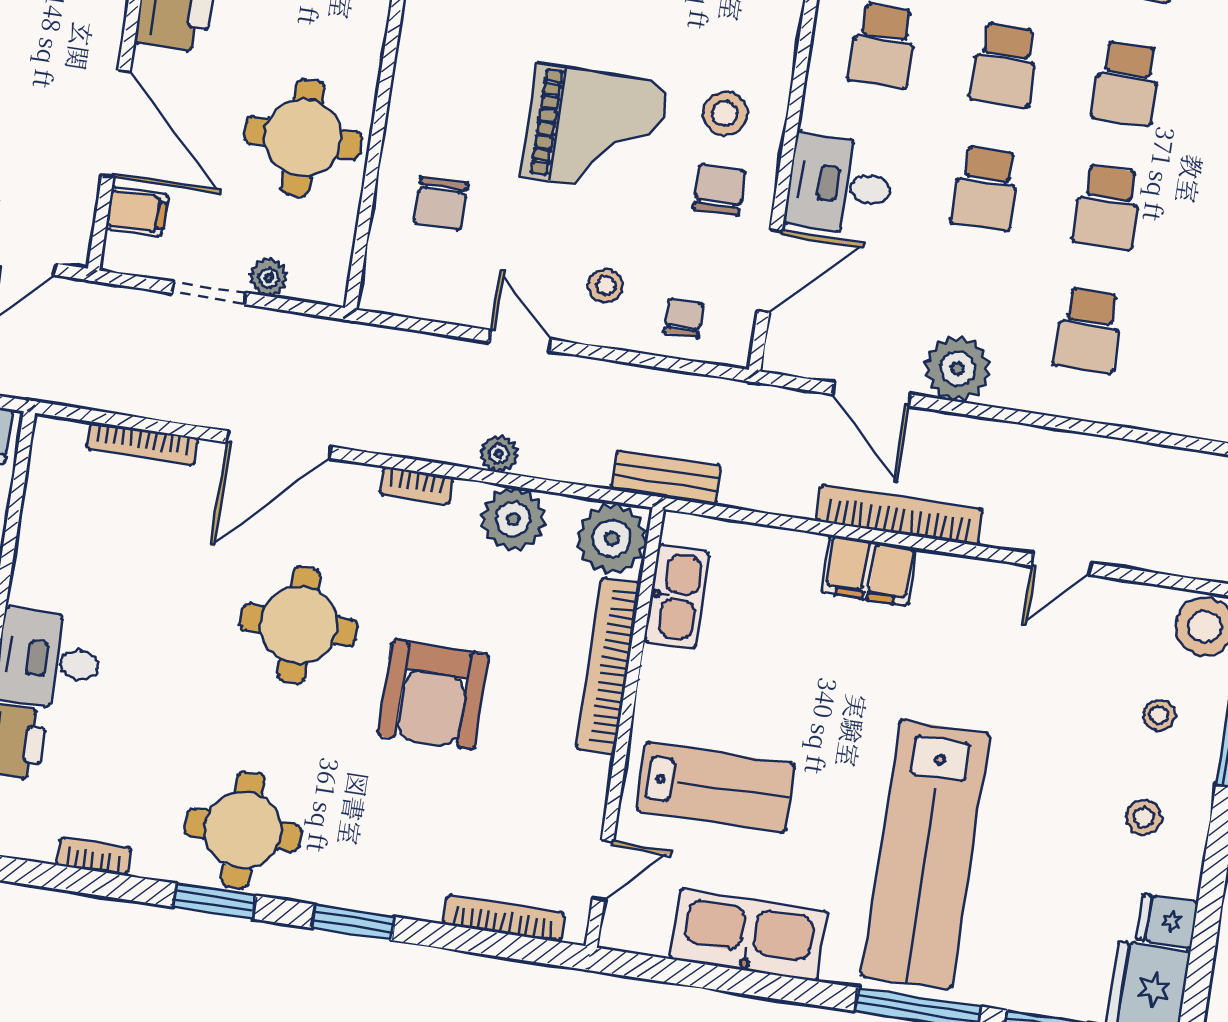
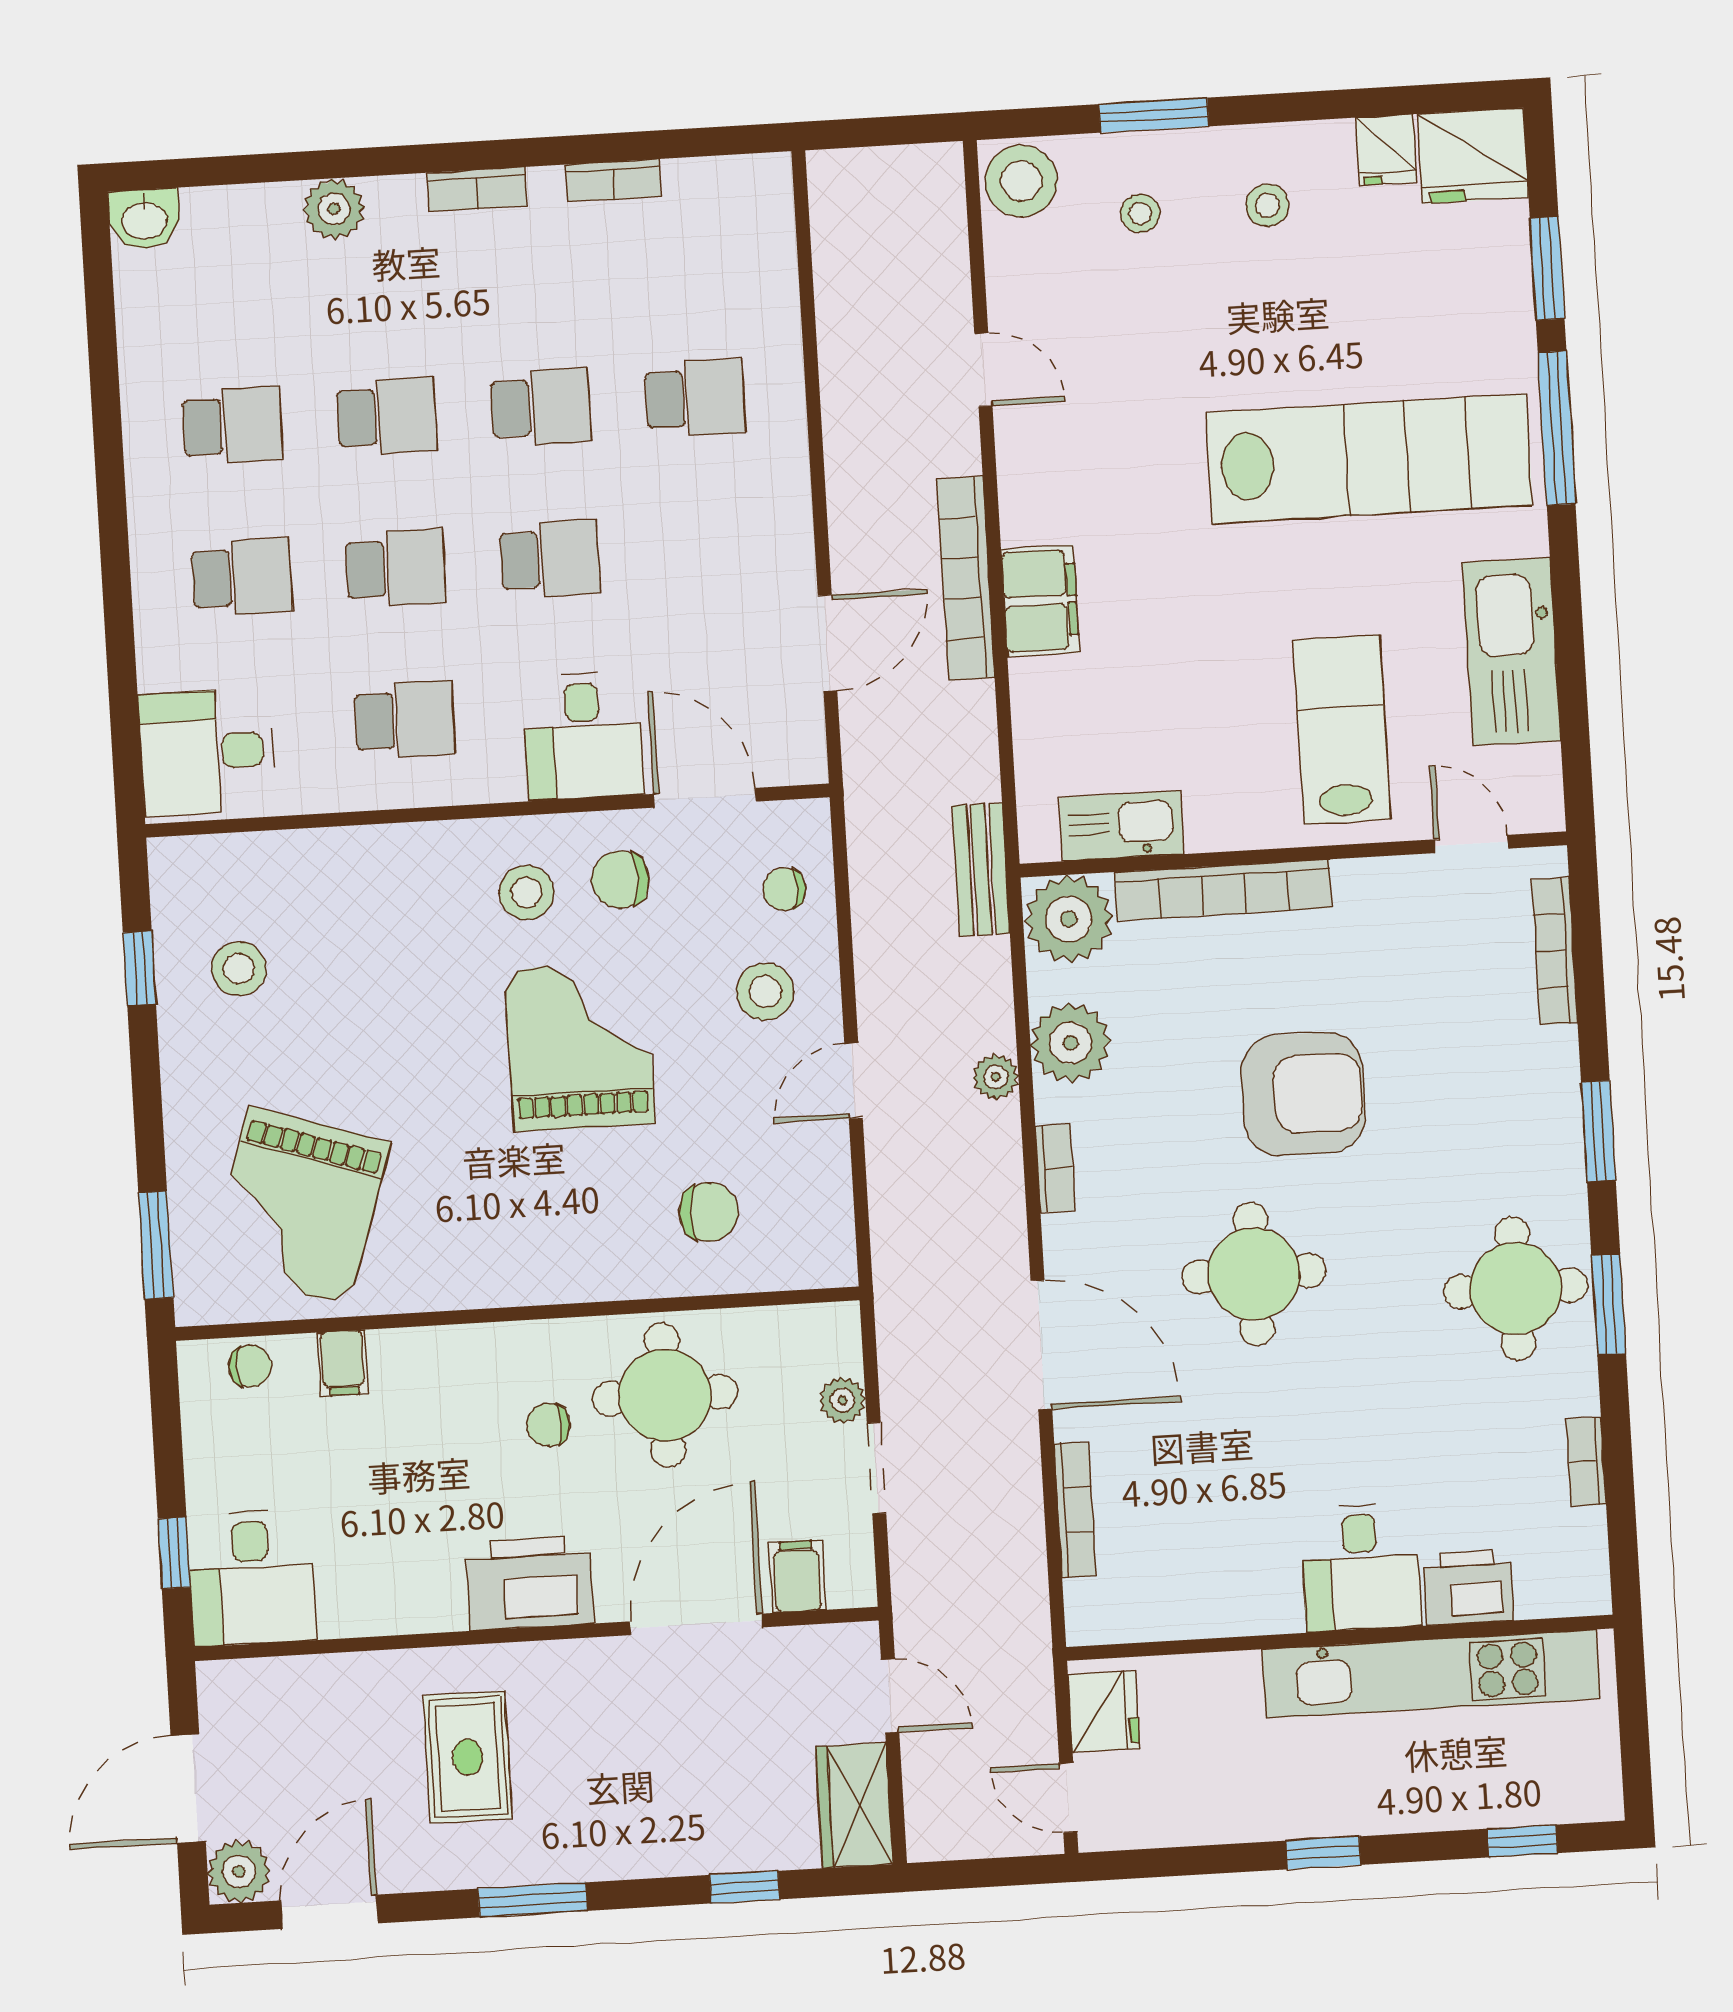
chair: (299, 40) -> (548, 1425), added
stool: (606, 286) -> (765, 992), width x1.37, depth x1.37
plant: (957, 369) -> (774, 546), removed

